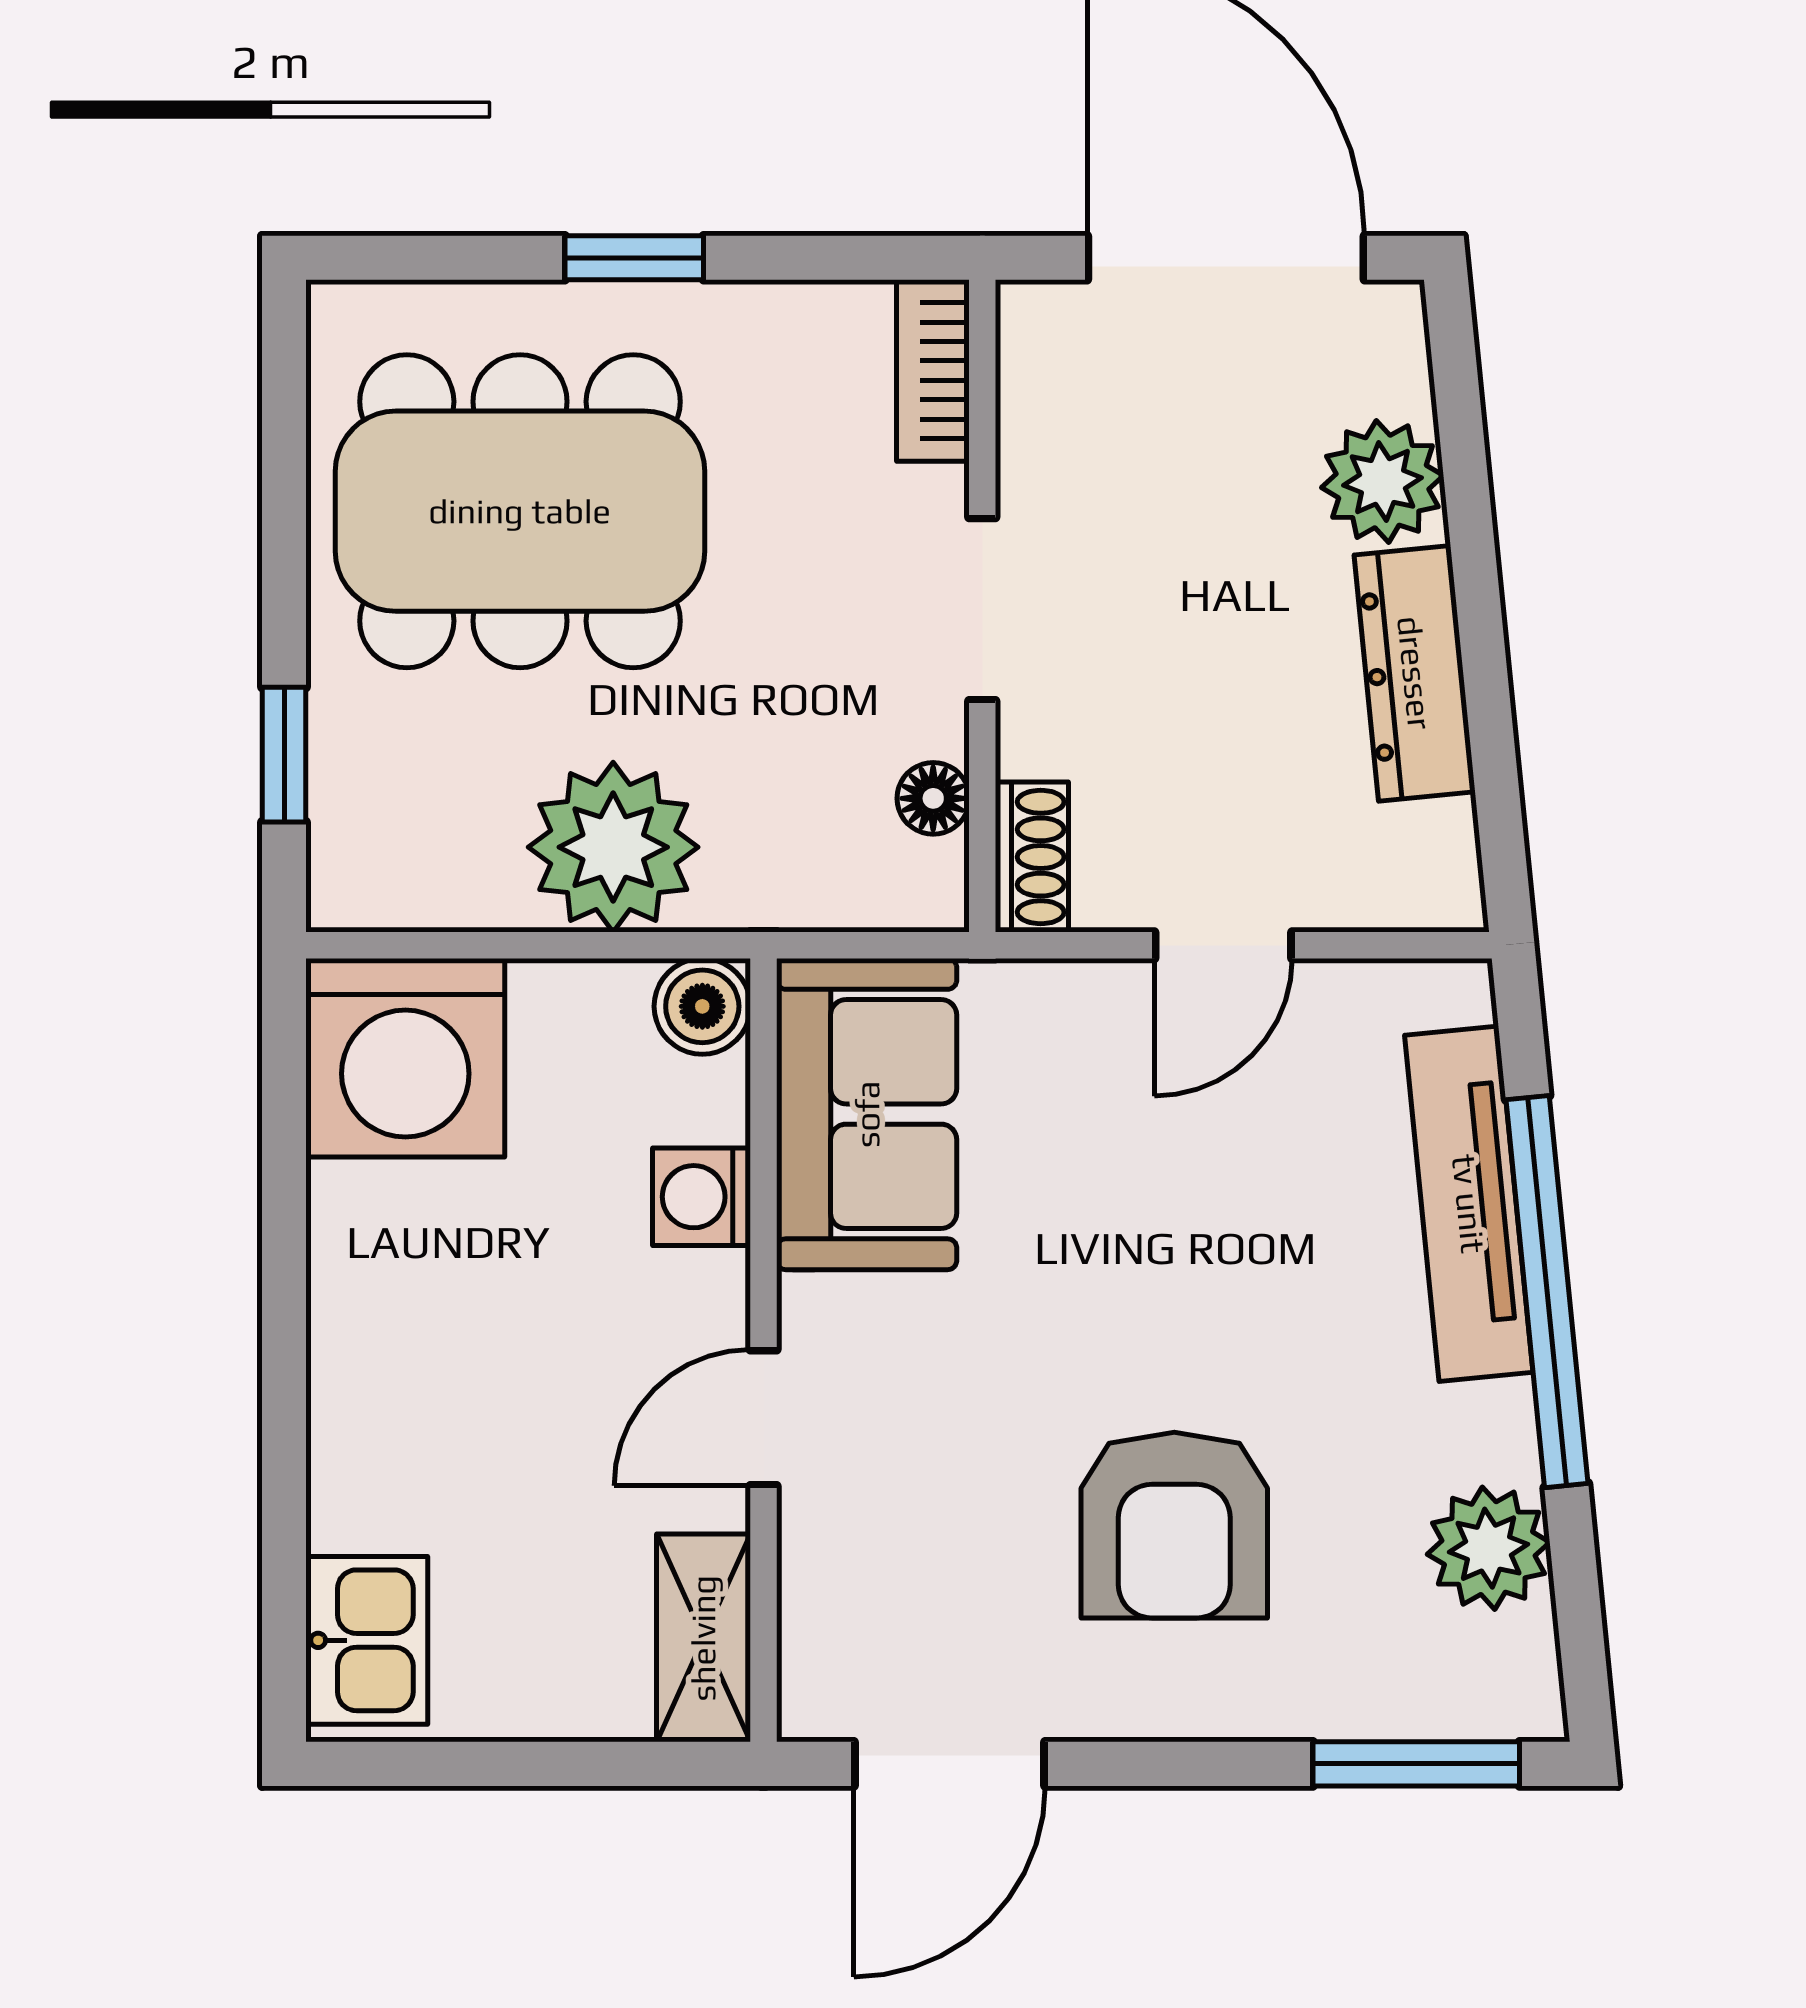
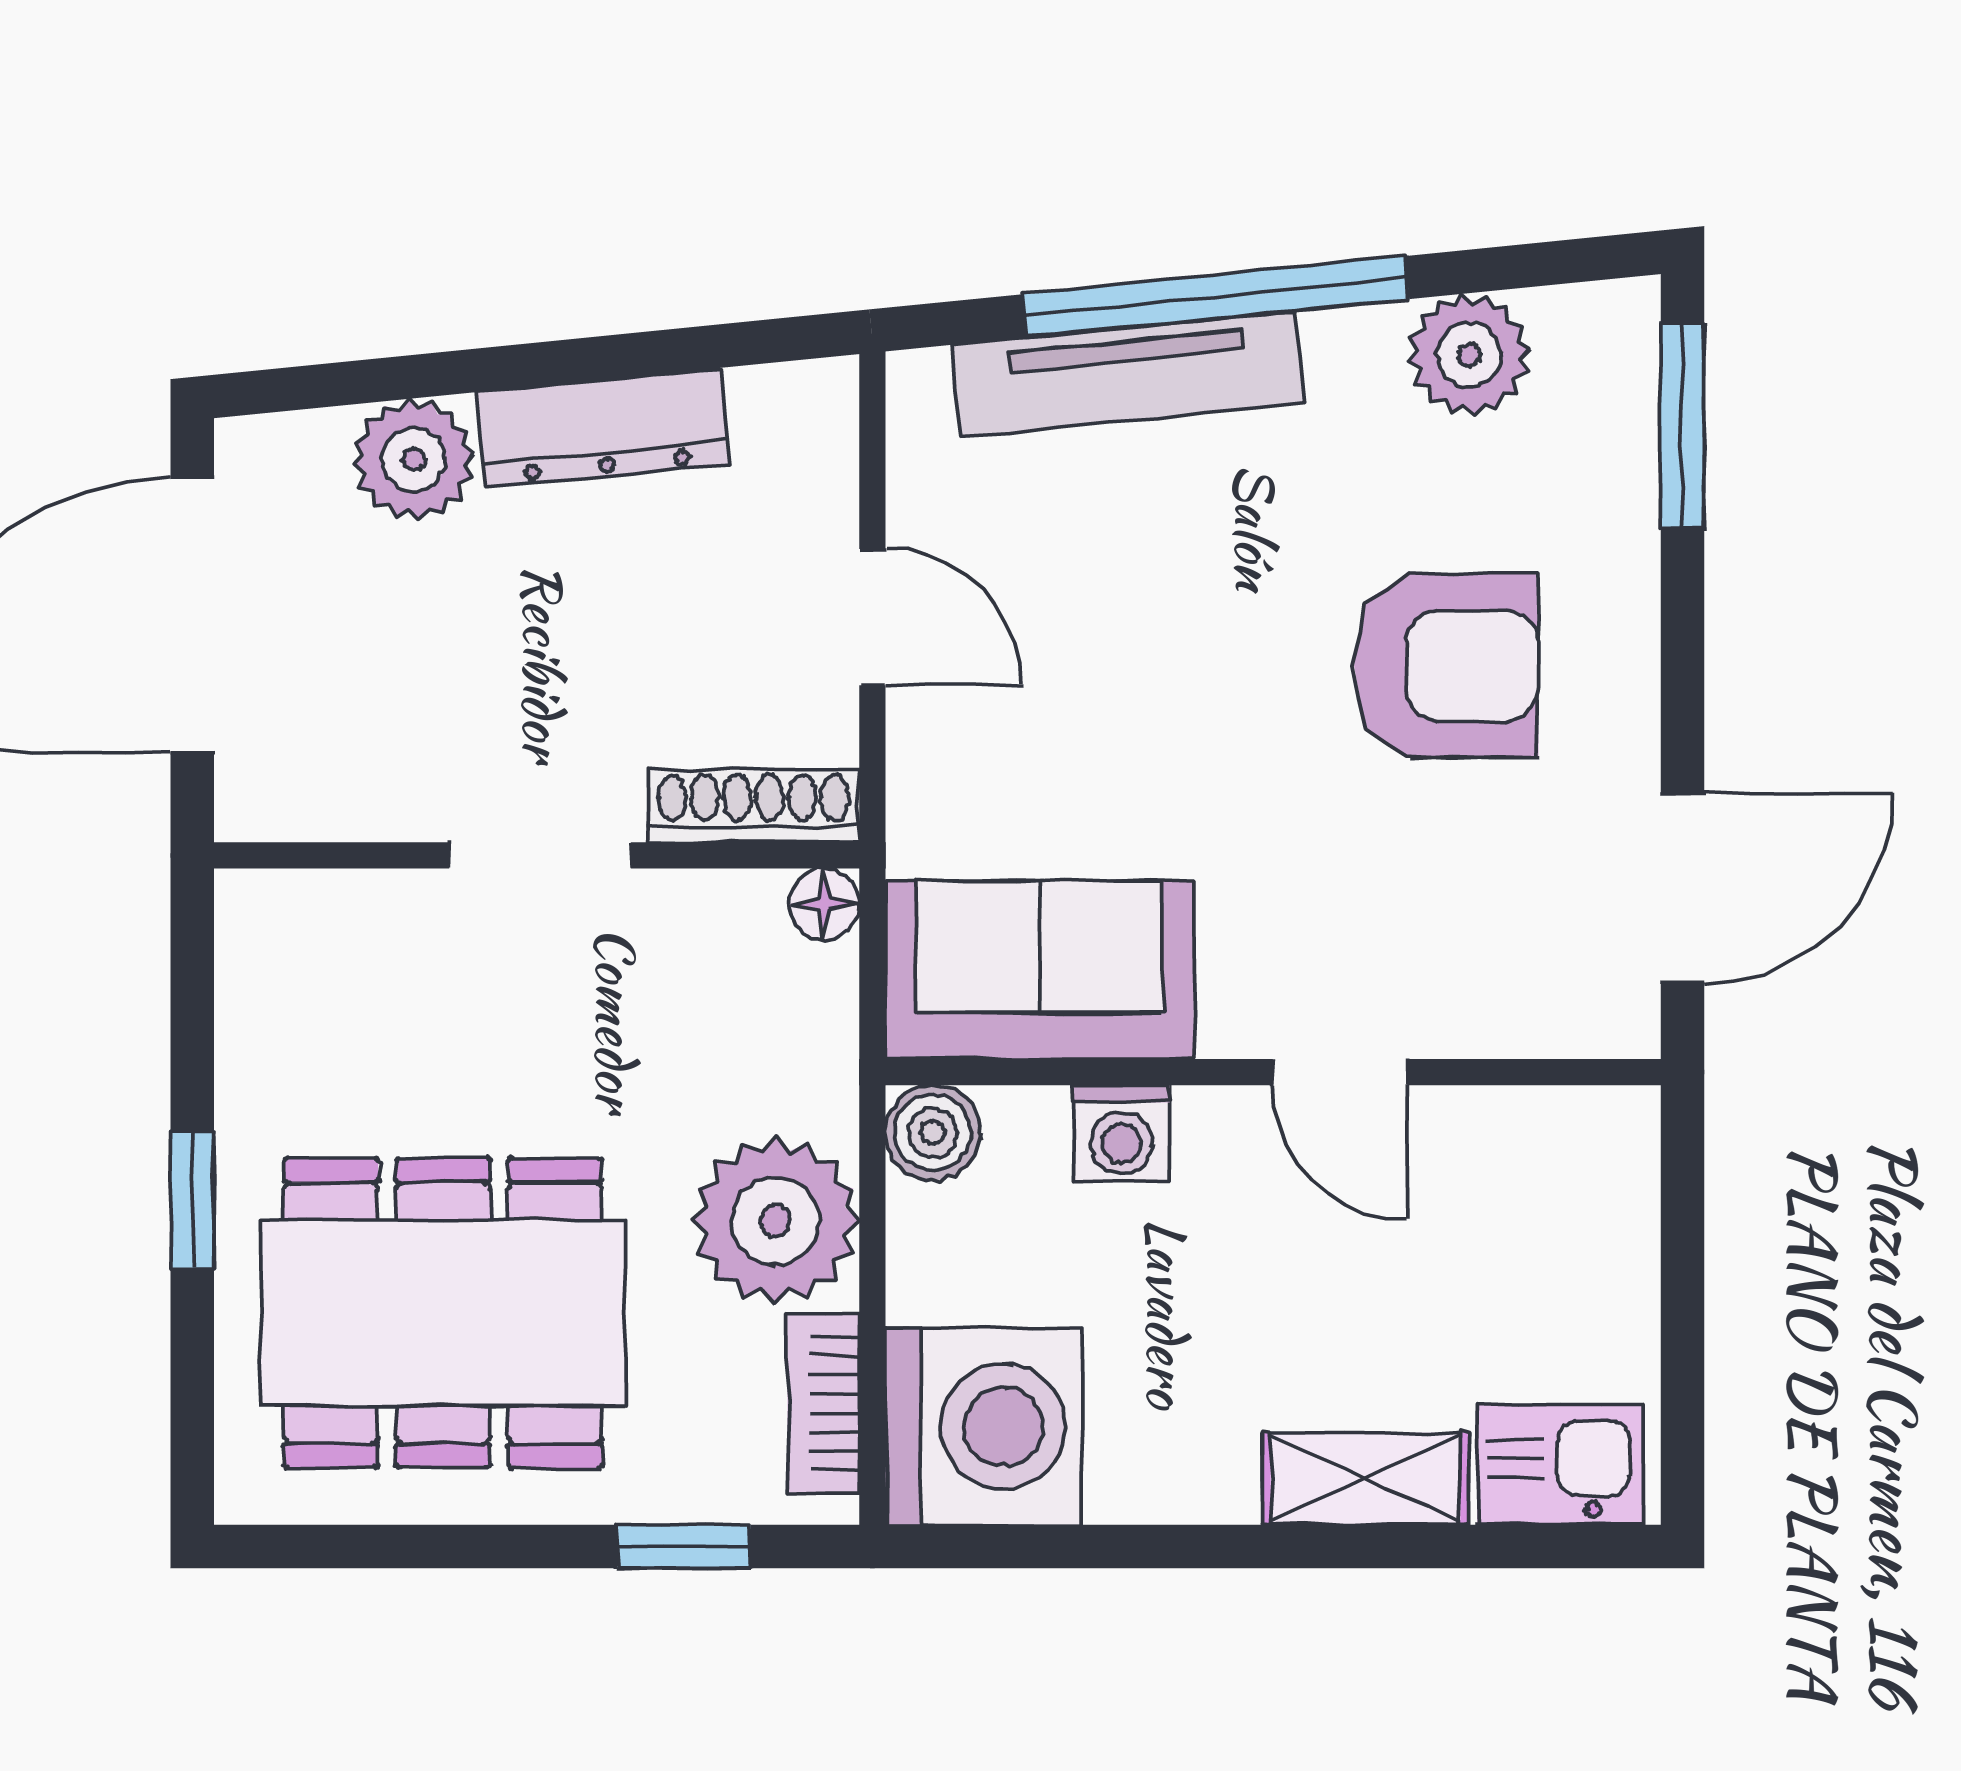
bookcase: (933, 371) -> (823, 1403), moved, turned 90
dining table: (520, 511) -> (443, 1313), turned 90
floor lamp: (933, 798) -> (824, 904), moved
shoe rack: (1032, 857) -> (753, 806), width x1.43
shelving: (703, 1638) -> (1365, 1478), moved
door: (949, 1764) -> (1683, 888), hinge flipped

